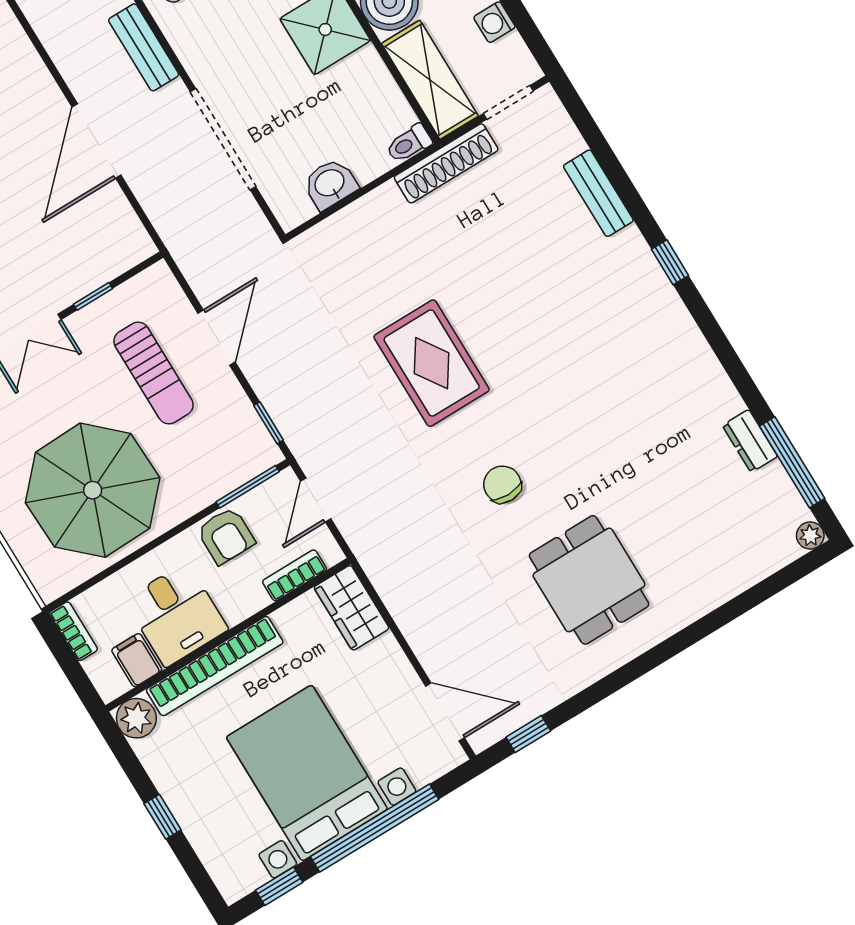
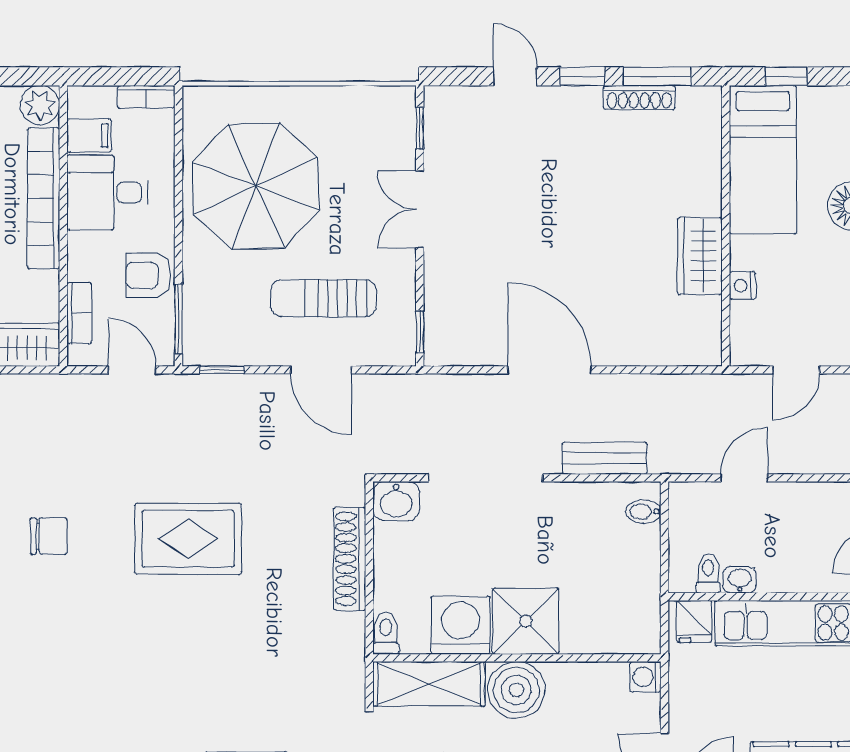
washing machine: (363, 84) -> (460, 625), added
shoe rack: (446, 163) -> (350, 559), moved
washbasin: (330, 184) -> (396, 501), moved, turned 90
window: (93, 296) -> (420, 331), moved

